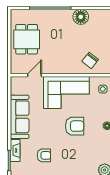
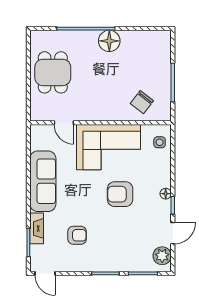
floor lamp: (81, 17) -> (109, 41), moved
door: (35, 75) -> (64, 123), swing flipped
armchair: (75, 126) -> (120, 194), turned 180

